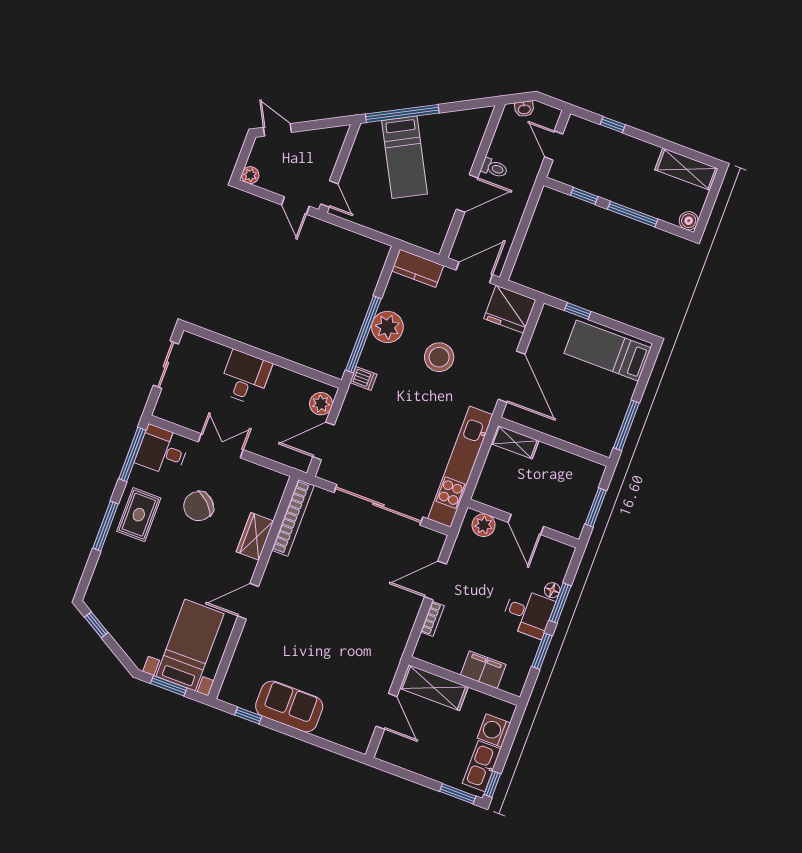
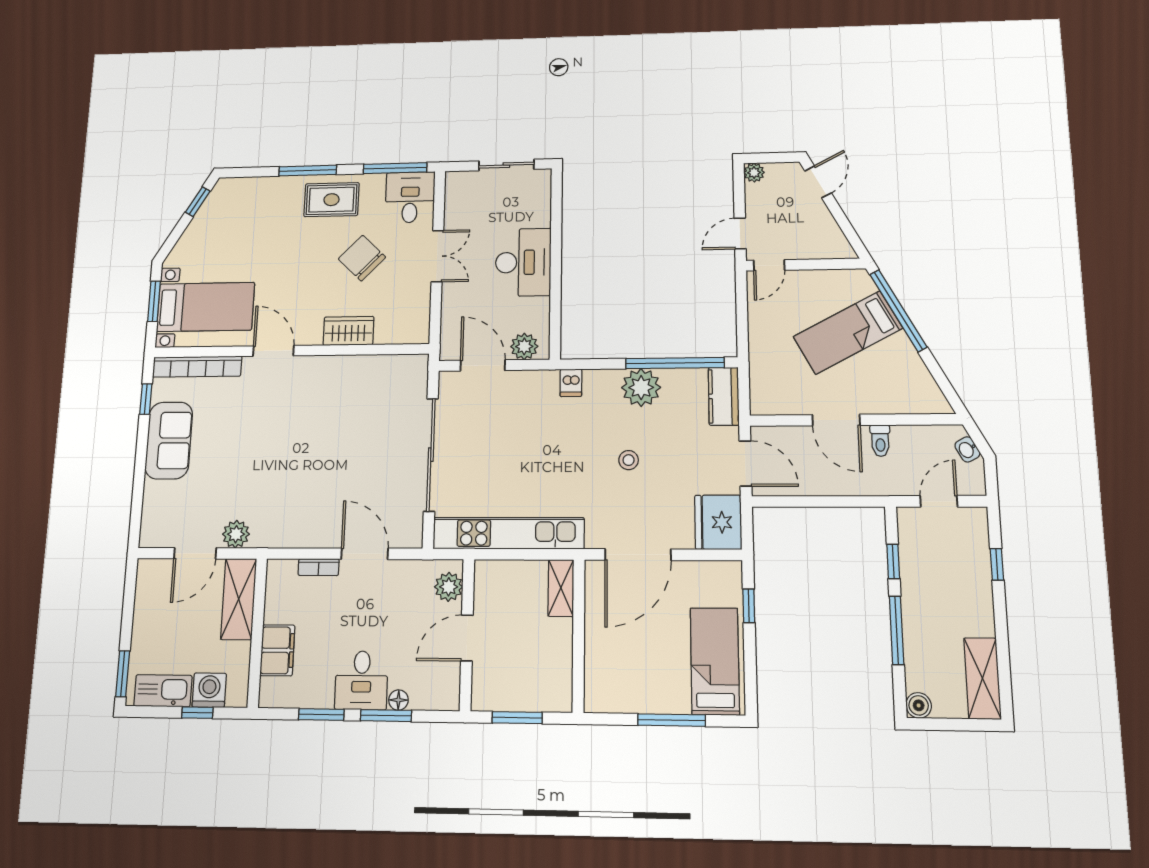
window: (363, 334) -> (675, 363), moved
stool: (439, 357) -> (629, 460), width x0.53, depth x0.53
desk: (245, 378) -> (523, 262), width x1.37
window: (626, 425) -> (672, 720), moved
bookcase: (293, 518) -> (197, 367), moved
plant: (384, 675) -> (236, 534), added
window: (492, 784) -> (197, 713), moved

